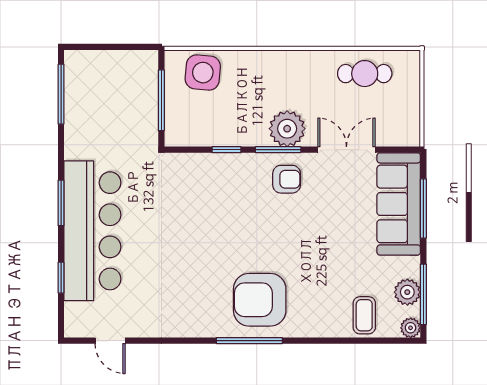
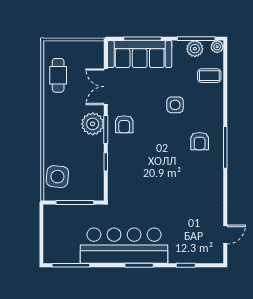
armchair: (287, 179) -> (124, 124), turned 180
bar counter: (92, 231) -> (124, 246), moved
side table: (317, 261) -> (175, 105), added
armchair: (260, 300) -> (200, 141), width x0.53, depth x0.53

